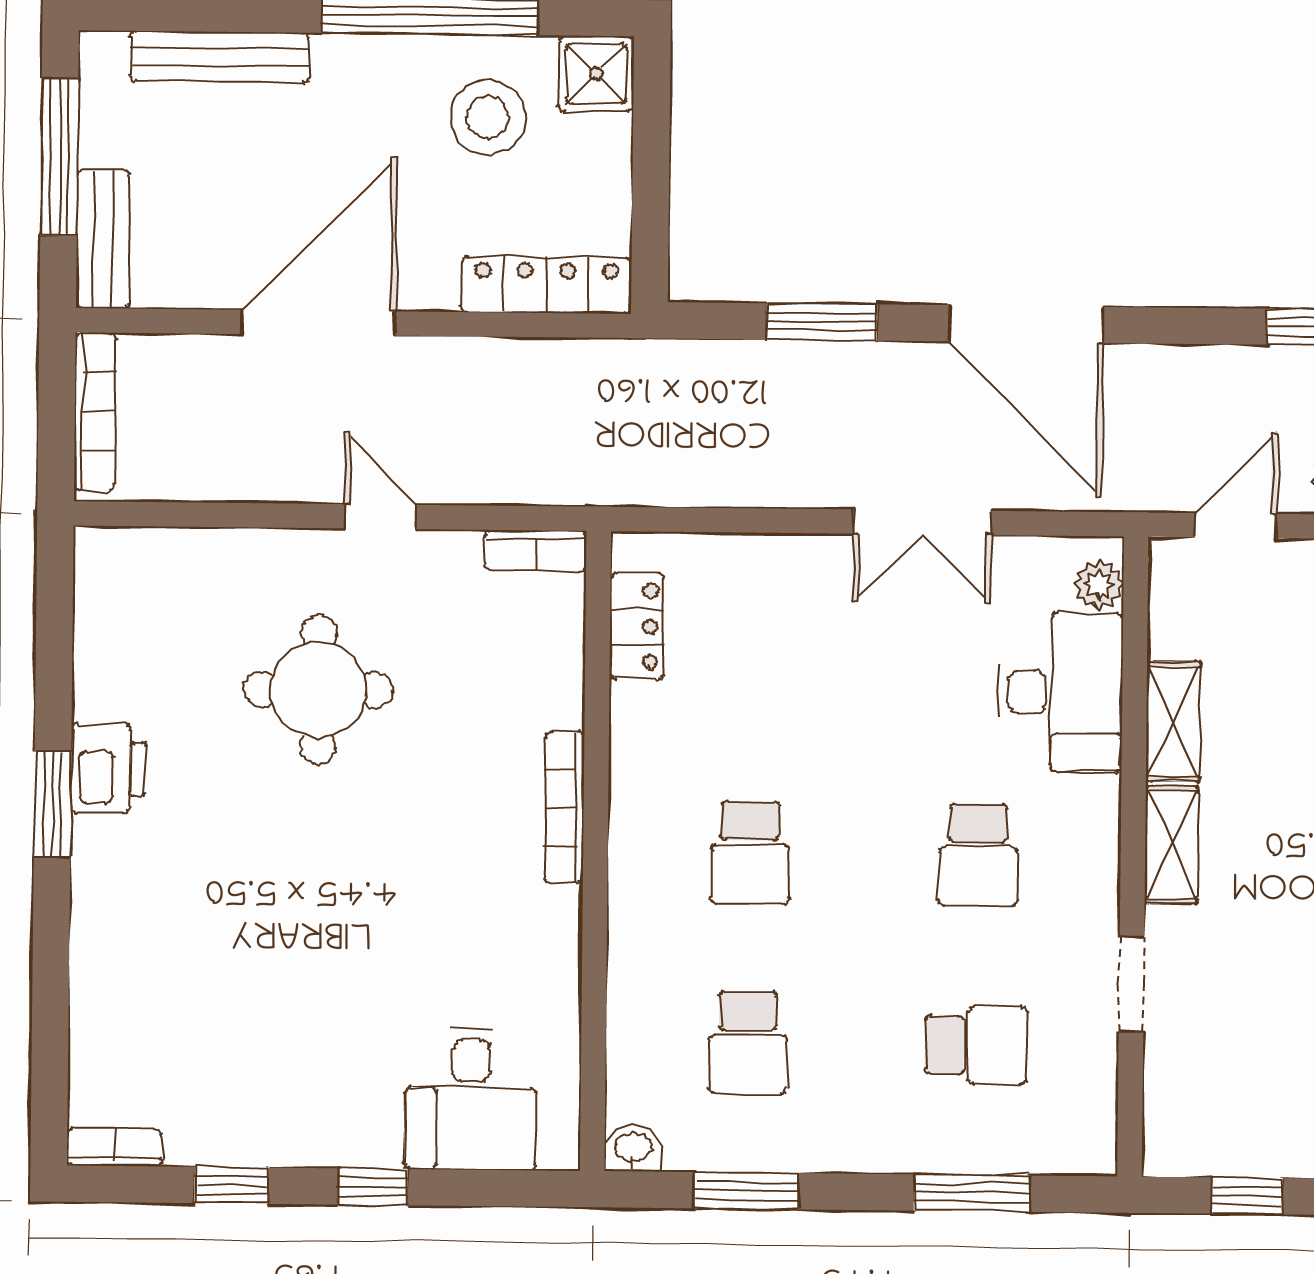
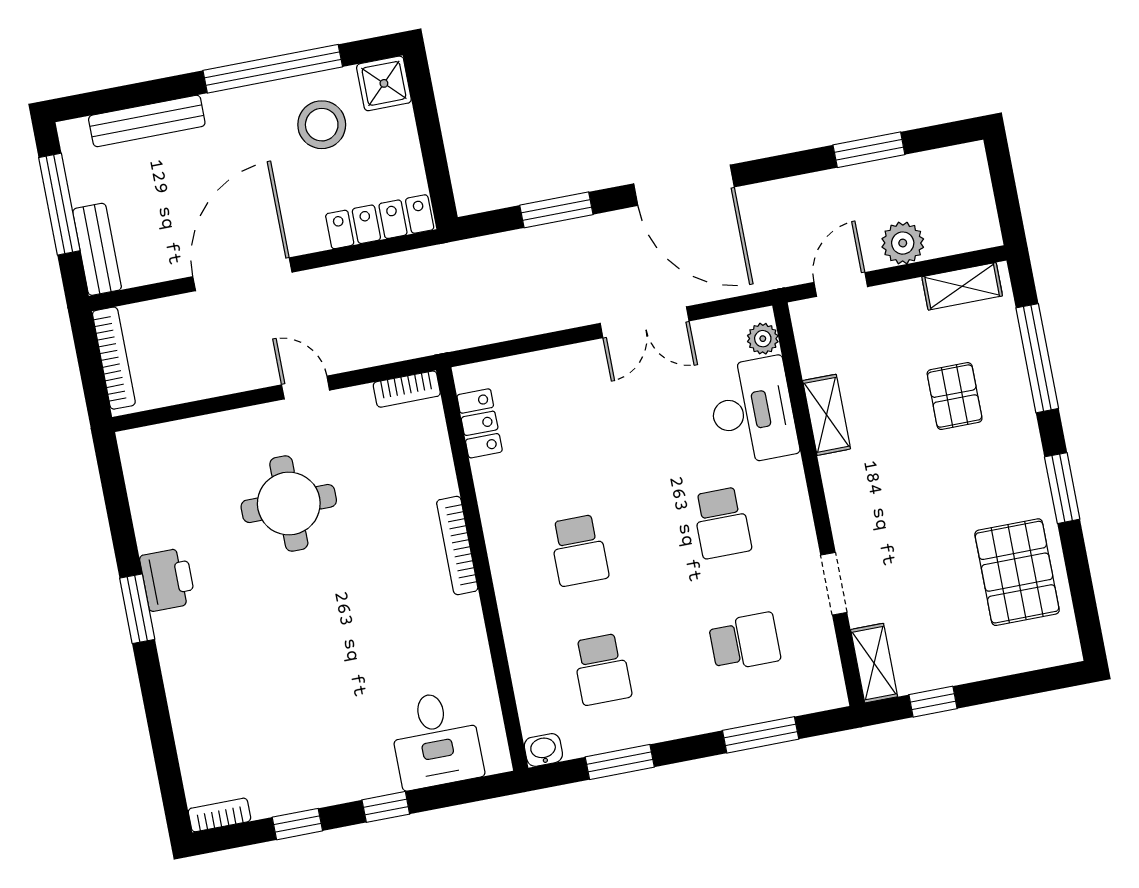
shelving: (1171, 845) -> (874, 663), moved

